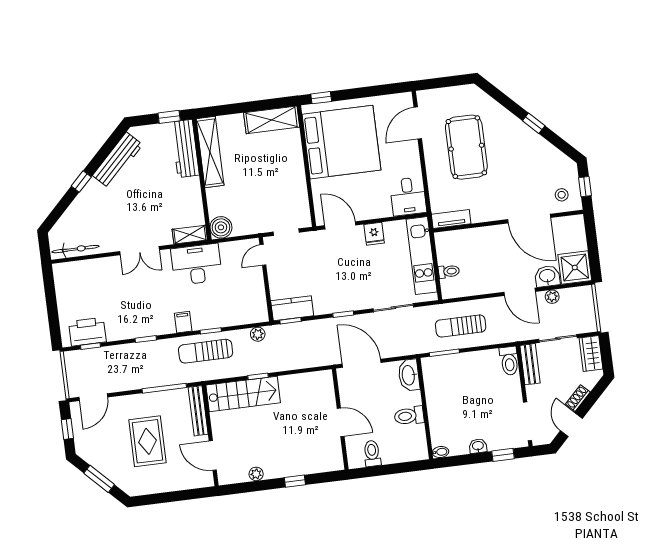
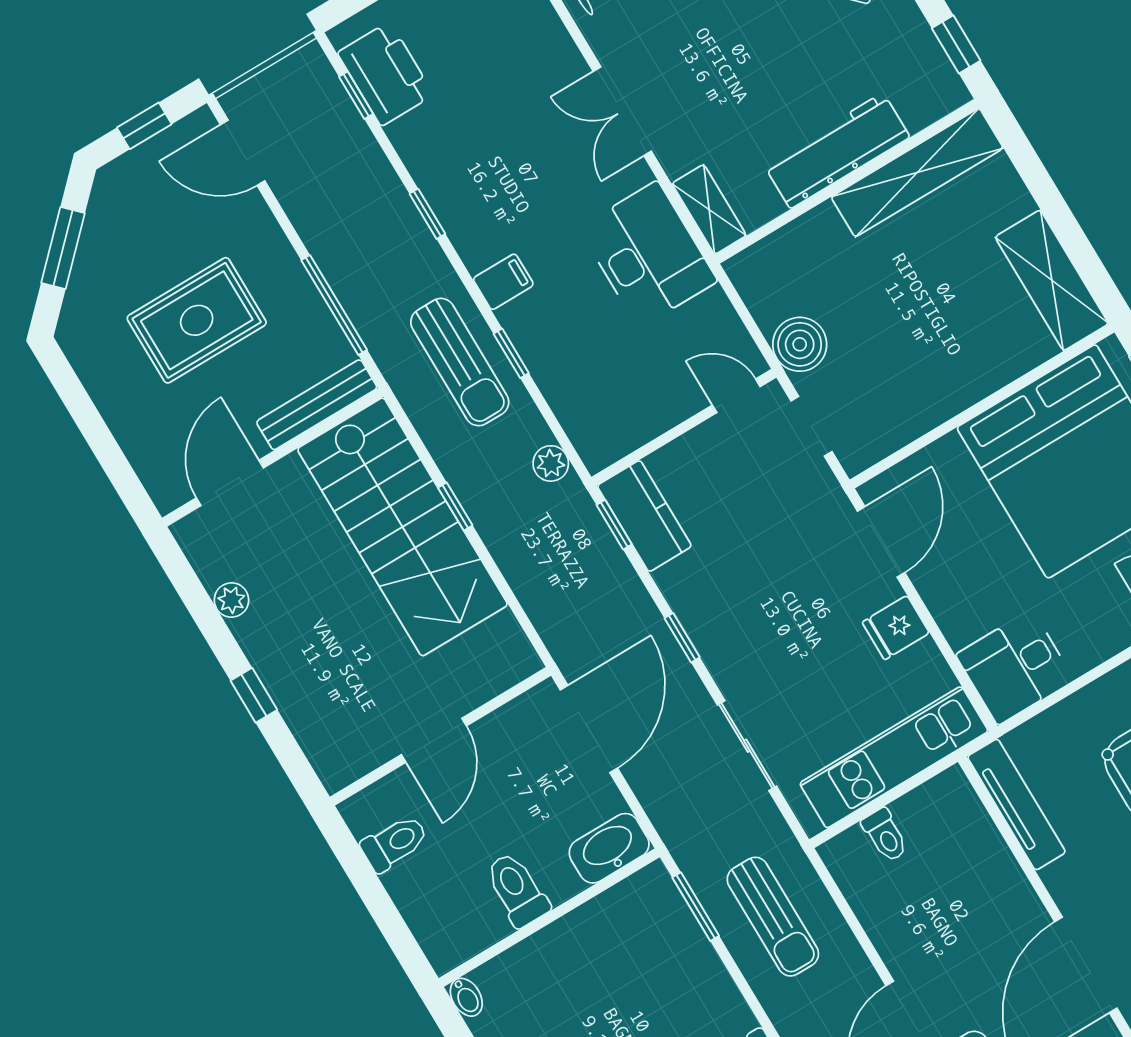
workbench: (185, 148) -> (837, 151), moved
tv unit: (451, 219) -> (1016, 804), width x1.41
boiler: (221, 227) -> (800, 344), moved
sun lounger: (461, 326) -> (773, 917), turned 180
sun lounger: (206, 351) -> (460, 362), turned 180
stairs: (243, 394) -> (402, 527), width x1.36, depth x1.51

